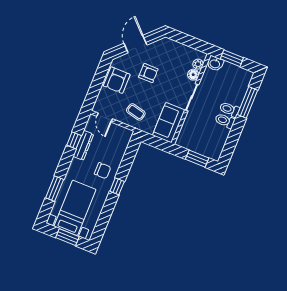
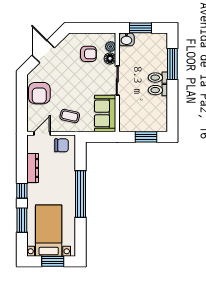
armchair: (148, 73) -> (88, 54), moved
door: (105, 118) -> (42, 133), swing flipped
window: (74, 140) -> (22, 191), moved
chair: (103, 171) -> (62, 145), moved
window: (117, 186) -> (81, 194), width x3.17

